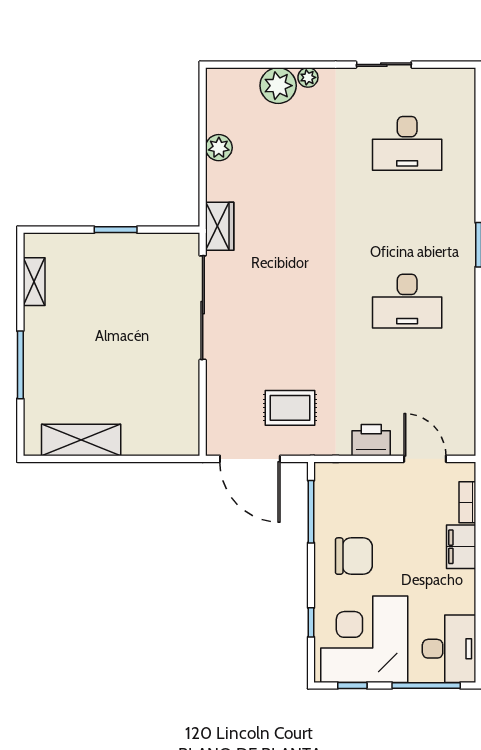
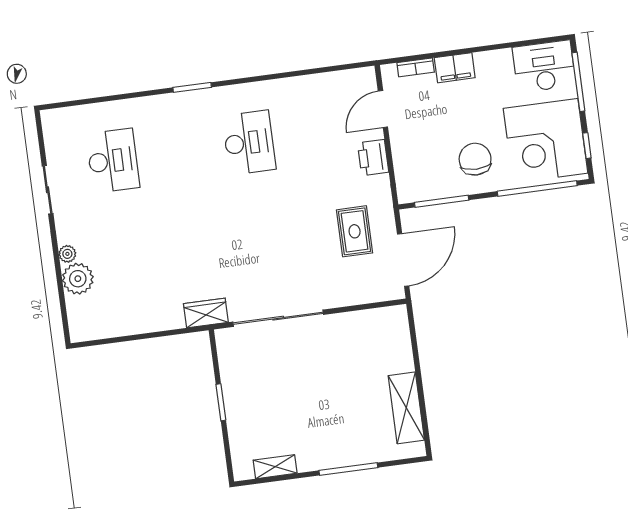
plant: (219, 148) -> (138, 323), removed
window: (311, 622) -> (537, 188), width x3.17

